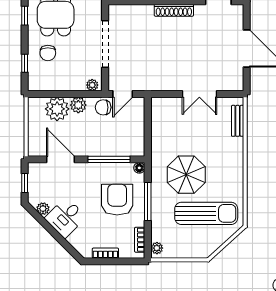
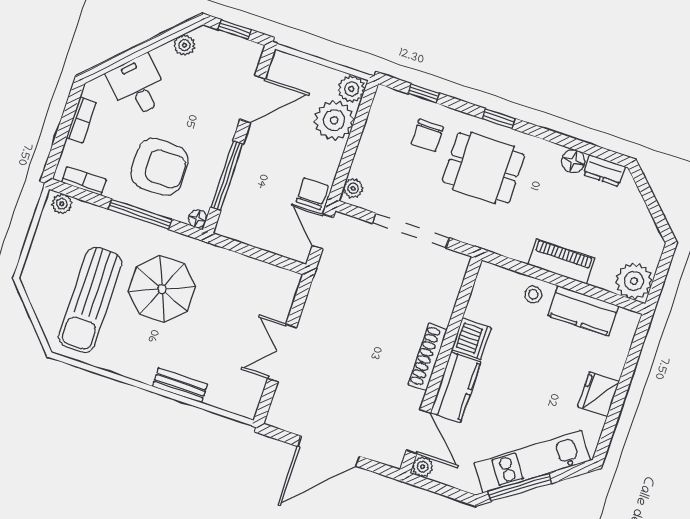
chair: (48, 53) -> (427, 135), turned -90
plant: (78, 105) -> (351, 89), moved
bench: (238, 121) -> (180, 385), moved
desk: (65, 218) -> (138, 86), moved

